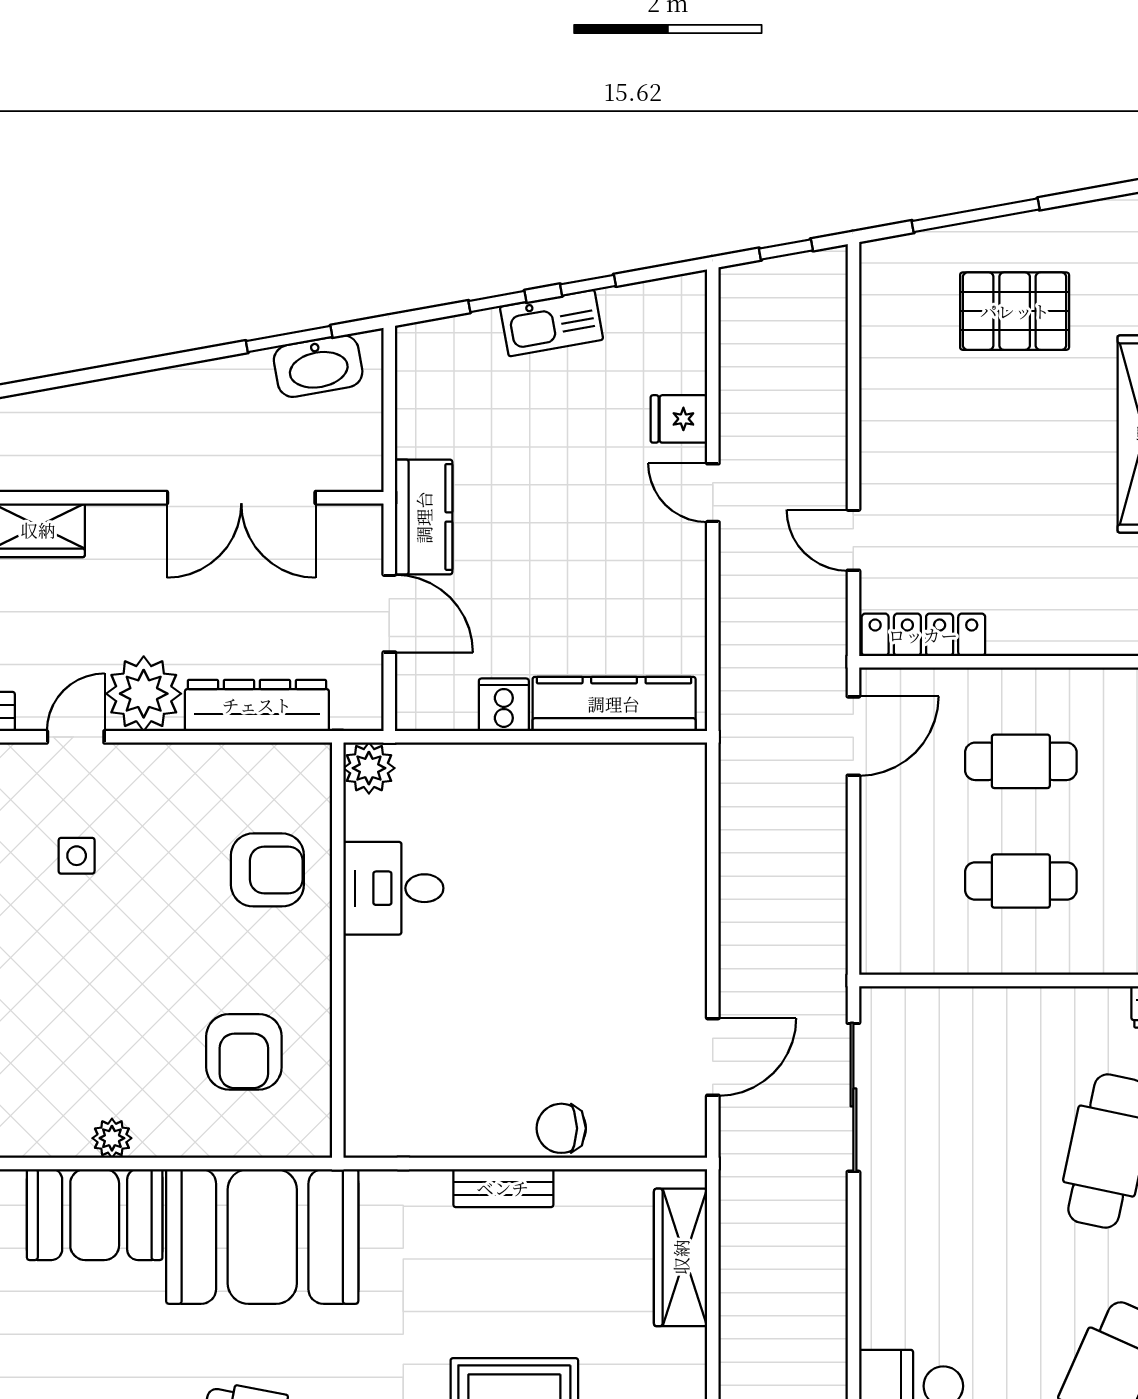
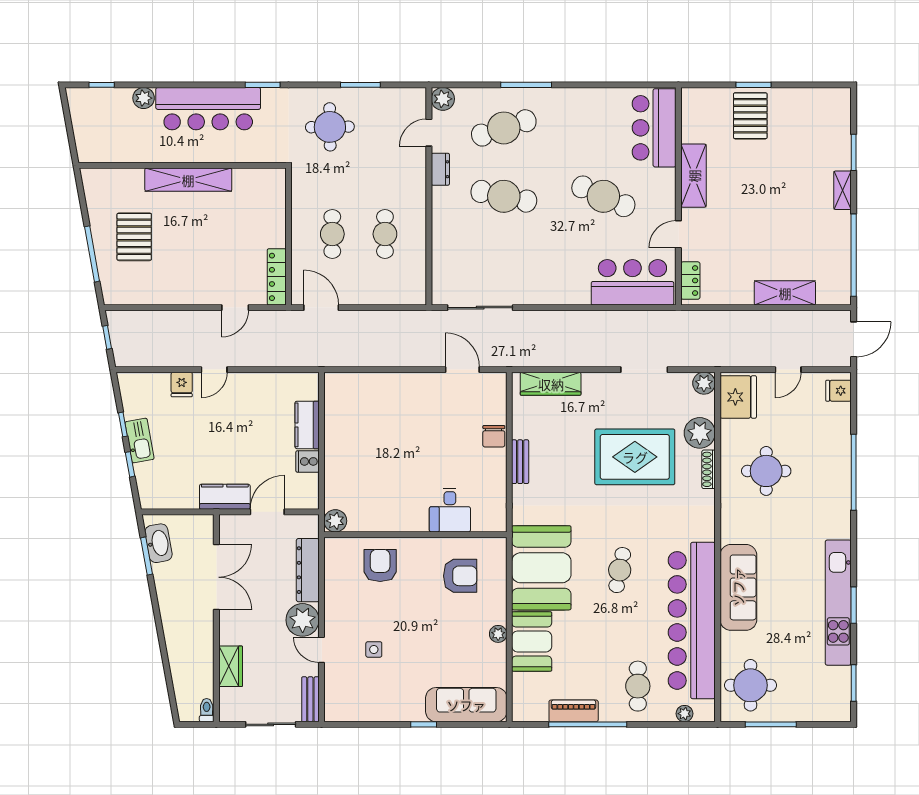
kitchen counter: (614, 704) -> (307, 425), width x0.67
desk: (393, 888) -> (450, 510), moved

